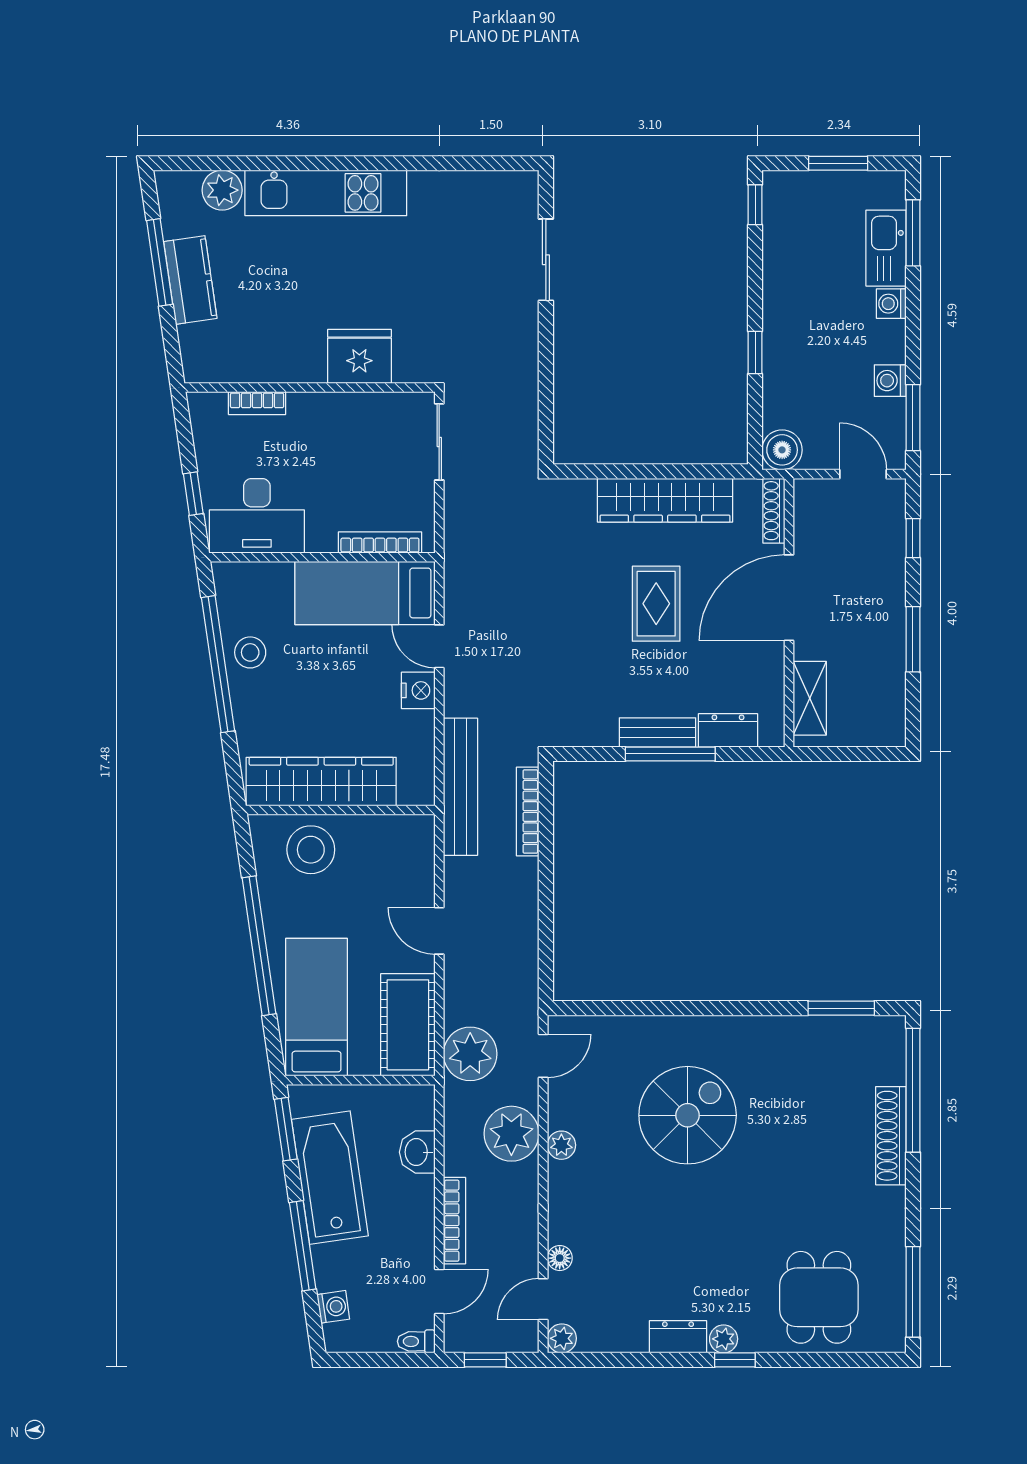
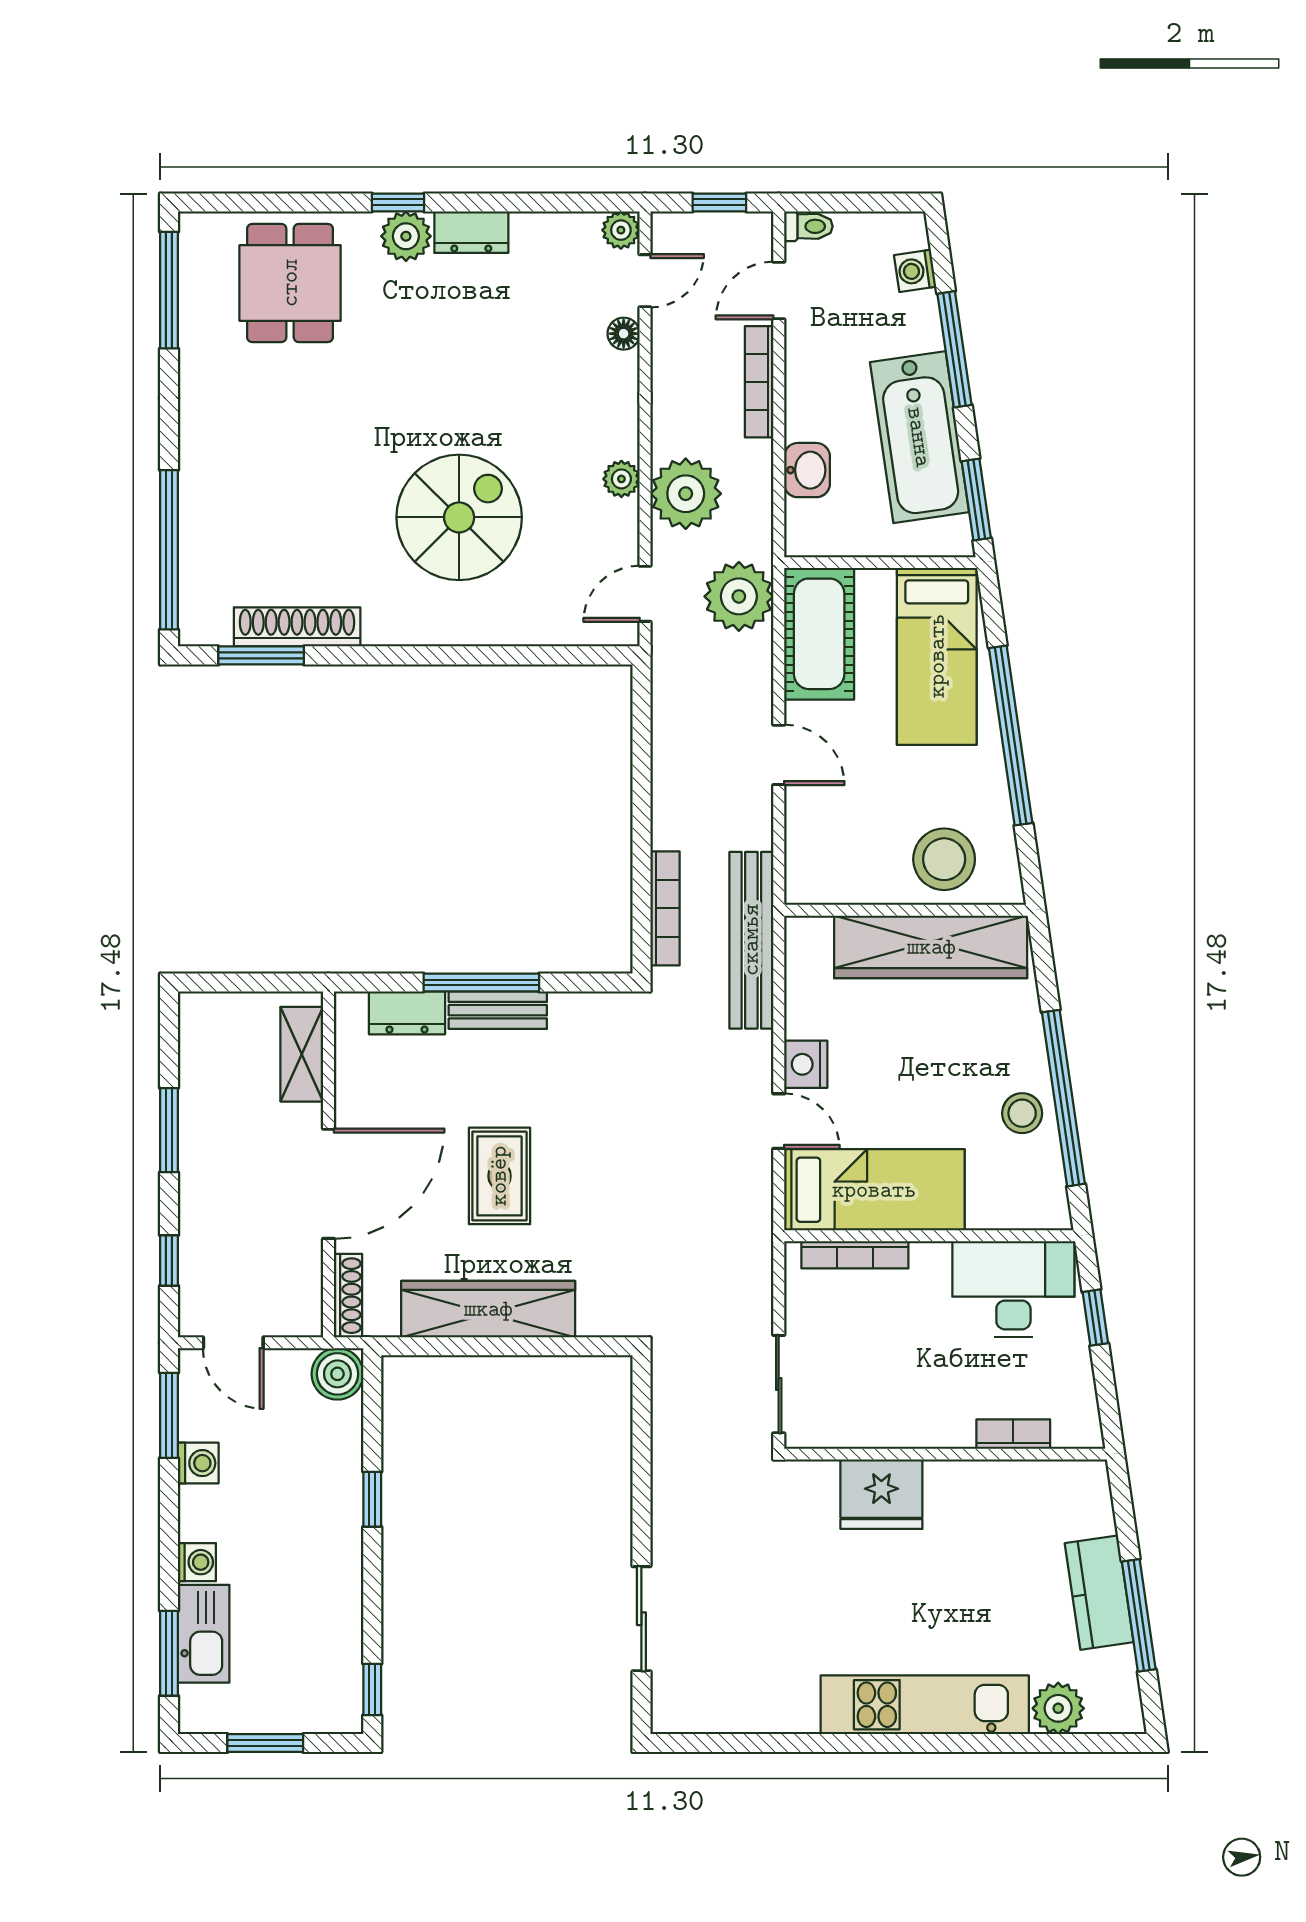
spiral stairs: (688, 1115) -> (459, 517), turned 180
shoe rack: (891, 1136) -> (297, 627), moved, turned -90
plant: (724, 1339) -> (406, 236), width x1.38, depth x1.38

